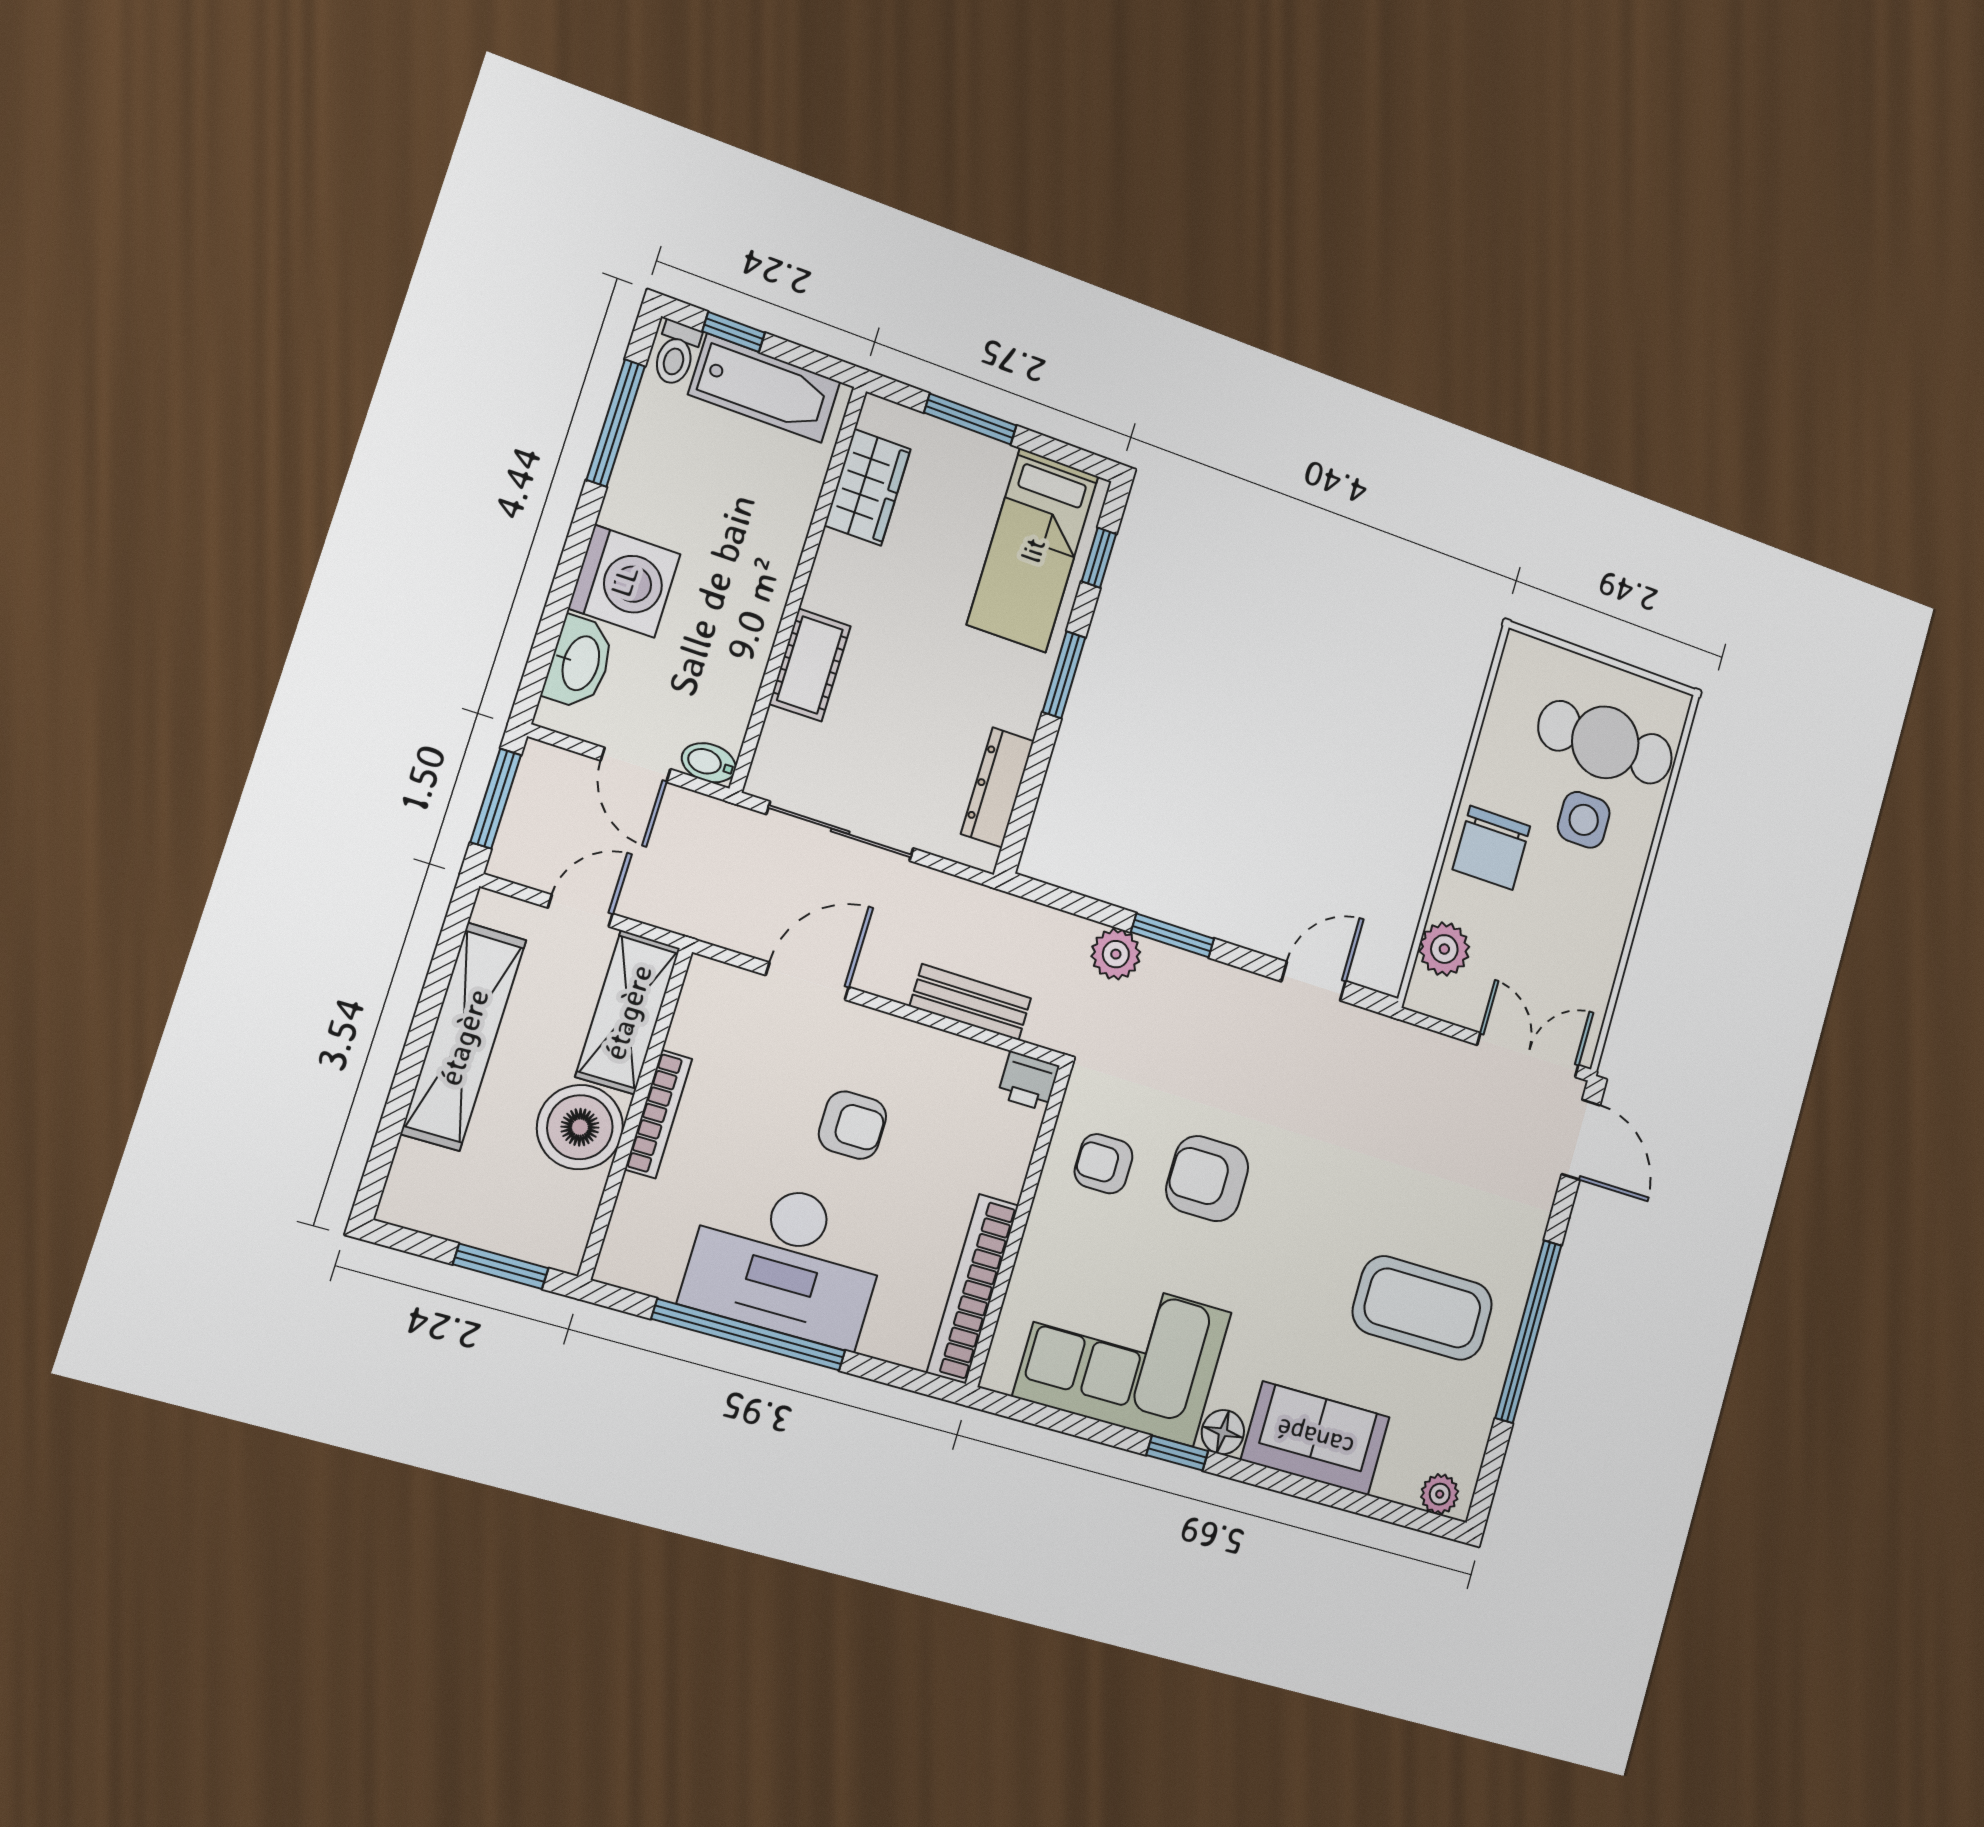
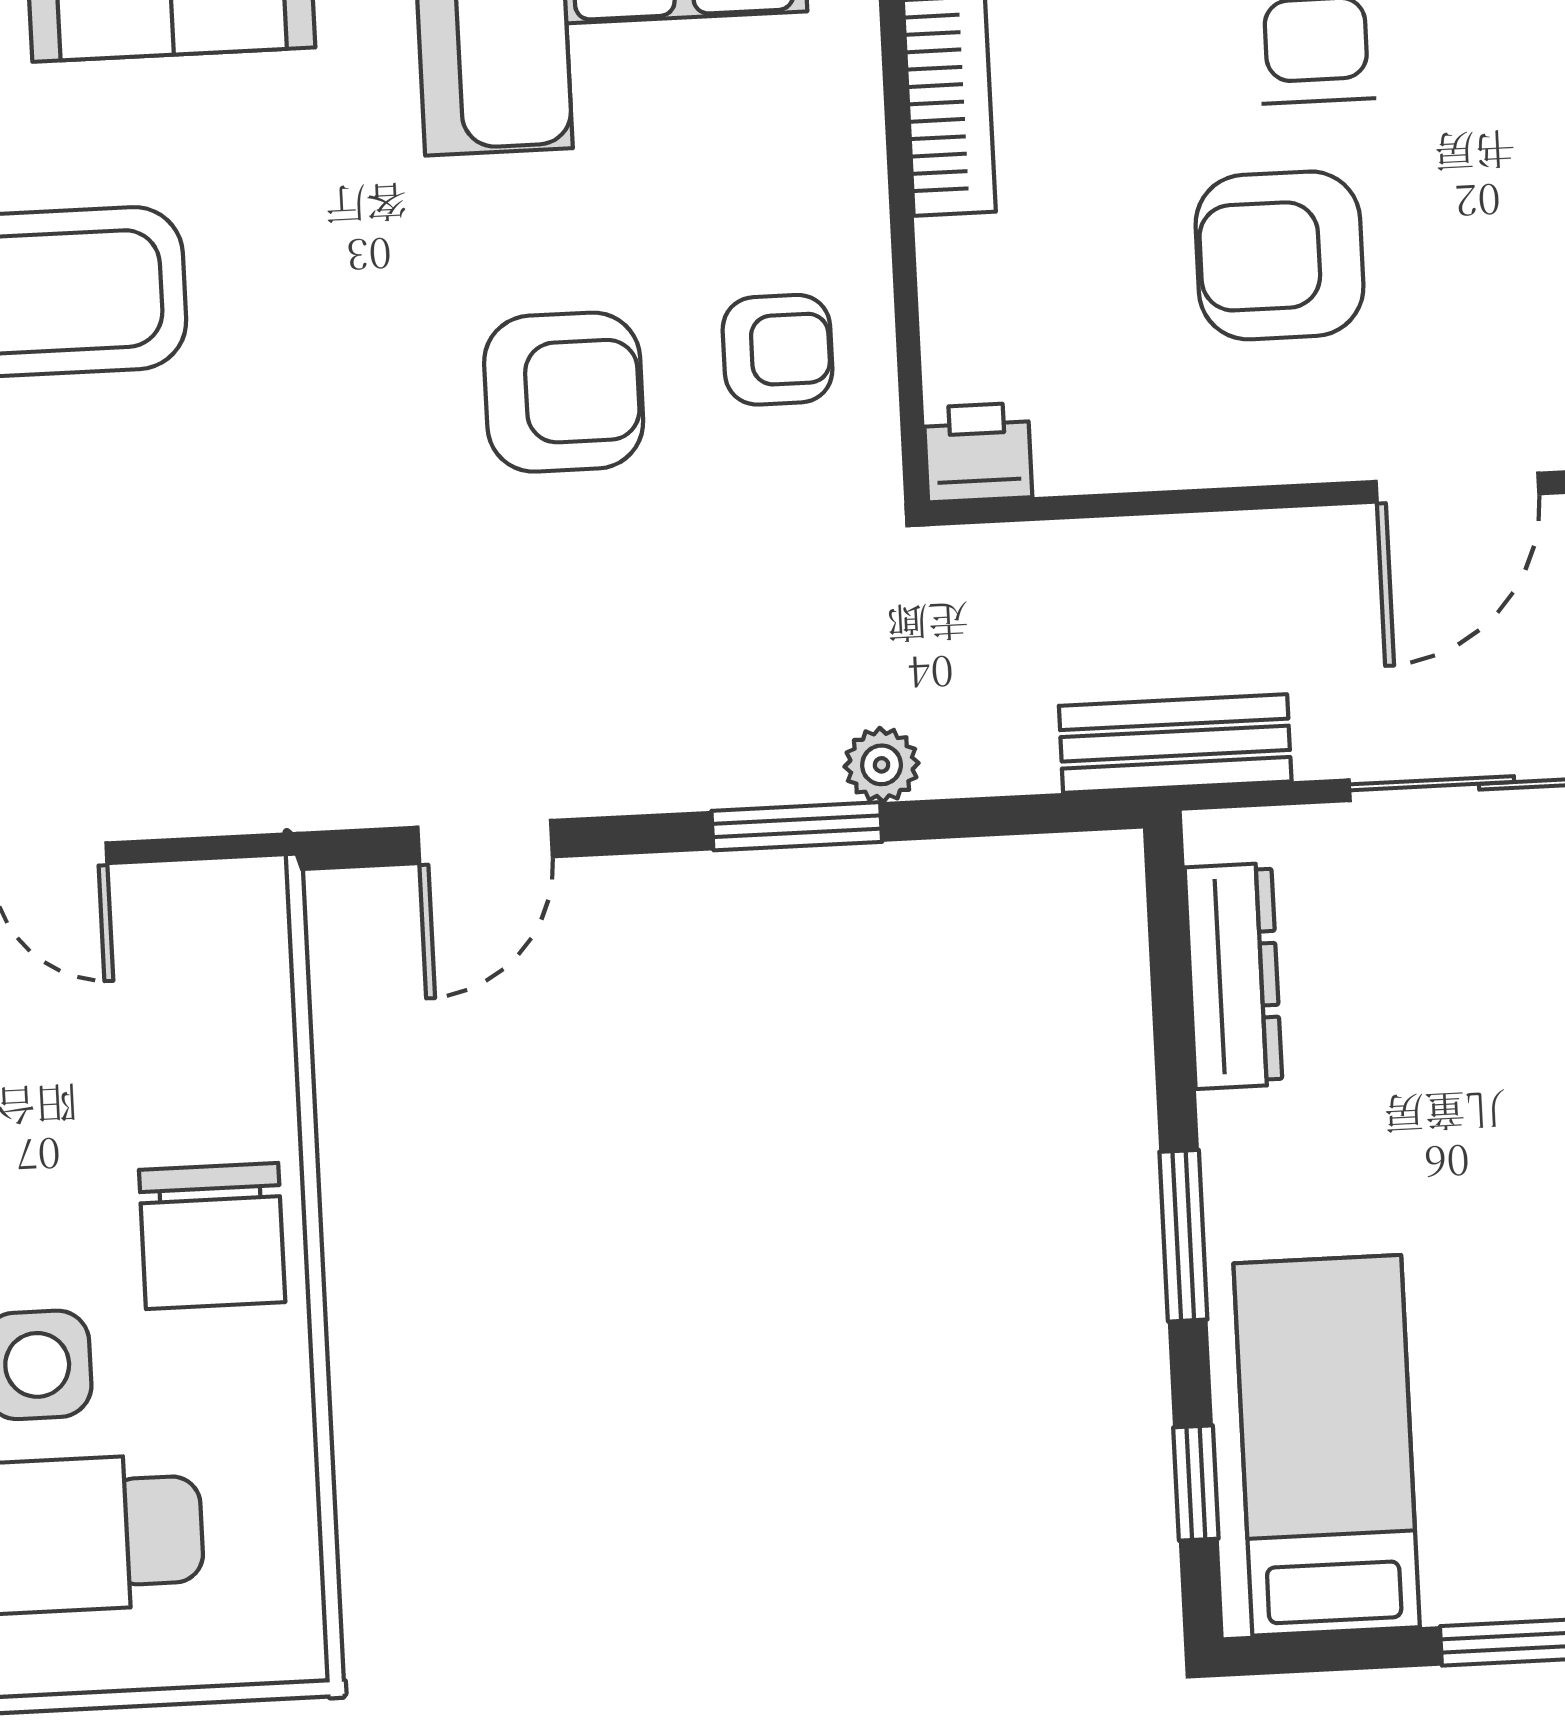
chair: (1491, 848) -> (212, 1236), turned 180
plant: (1444, 949) -> (240, 1002), removed
plant: (1116, 954) -> (882, 765), width x0.73, depth x0.73
bench: (970, 1002) -> (1175, 744), moved
armchair: (852, 1125) -> (1280, 255), width x1.38, depth x1.38

